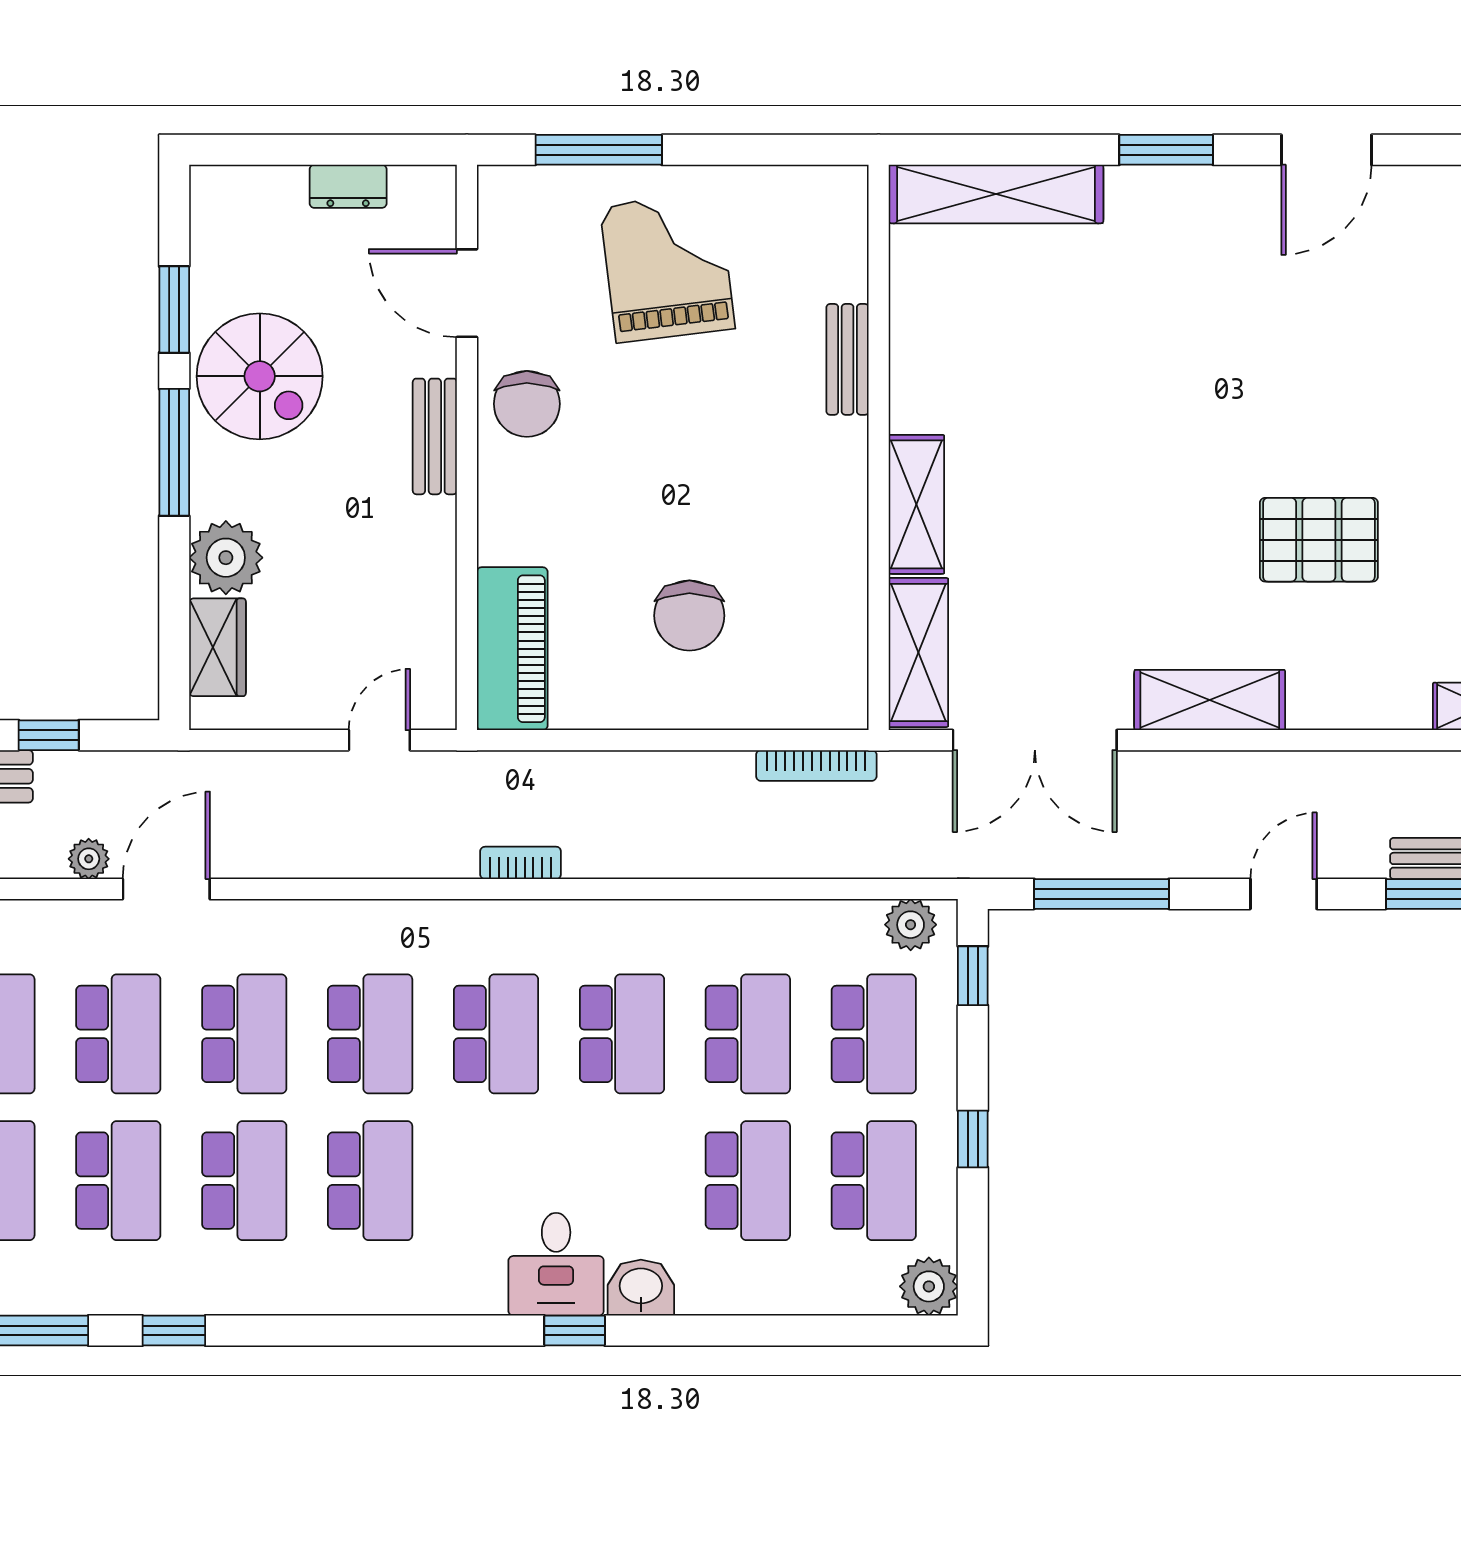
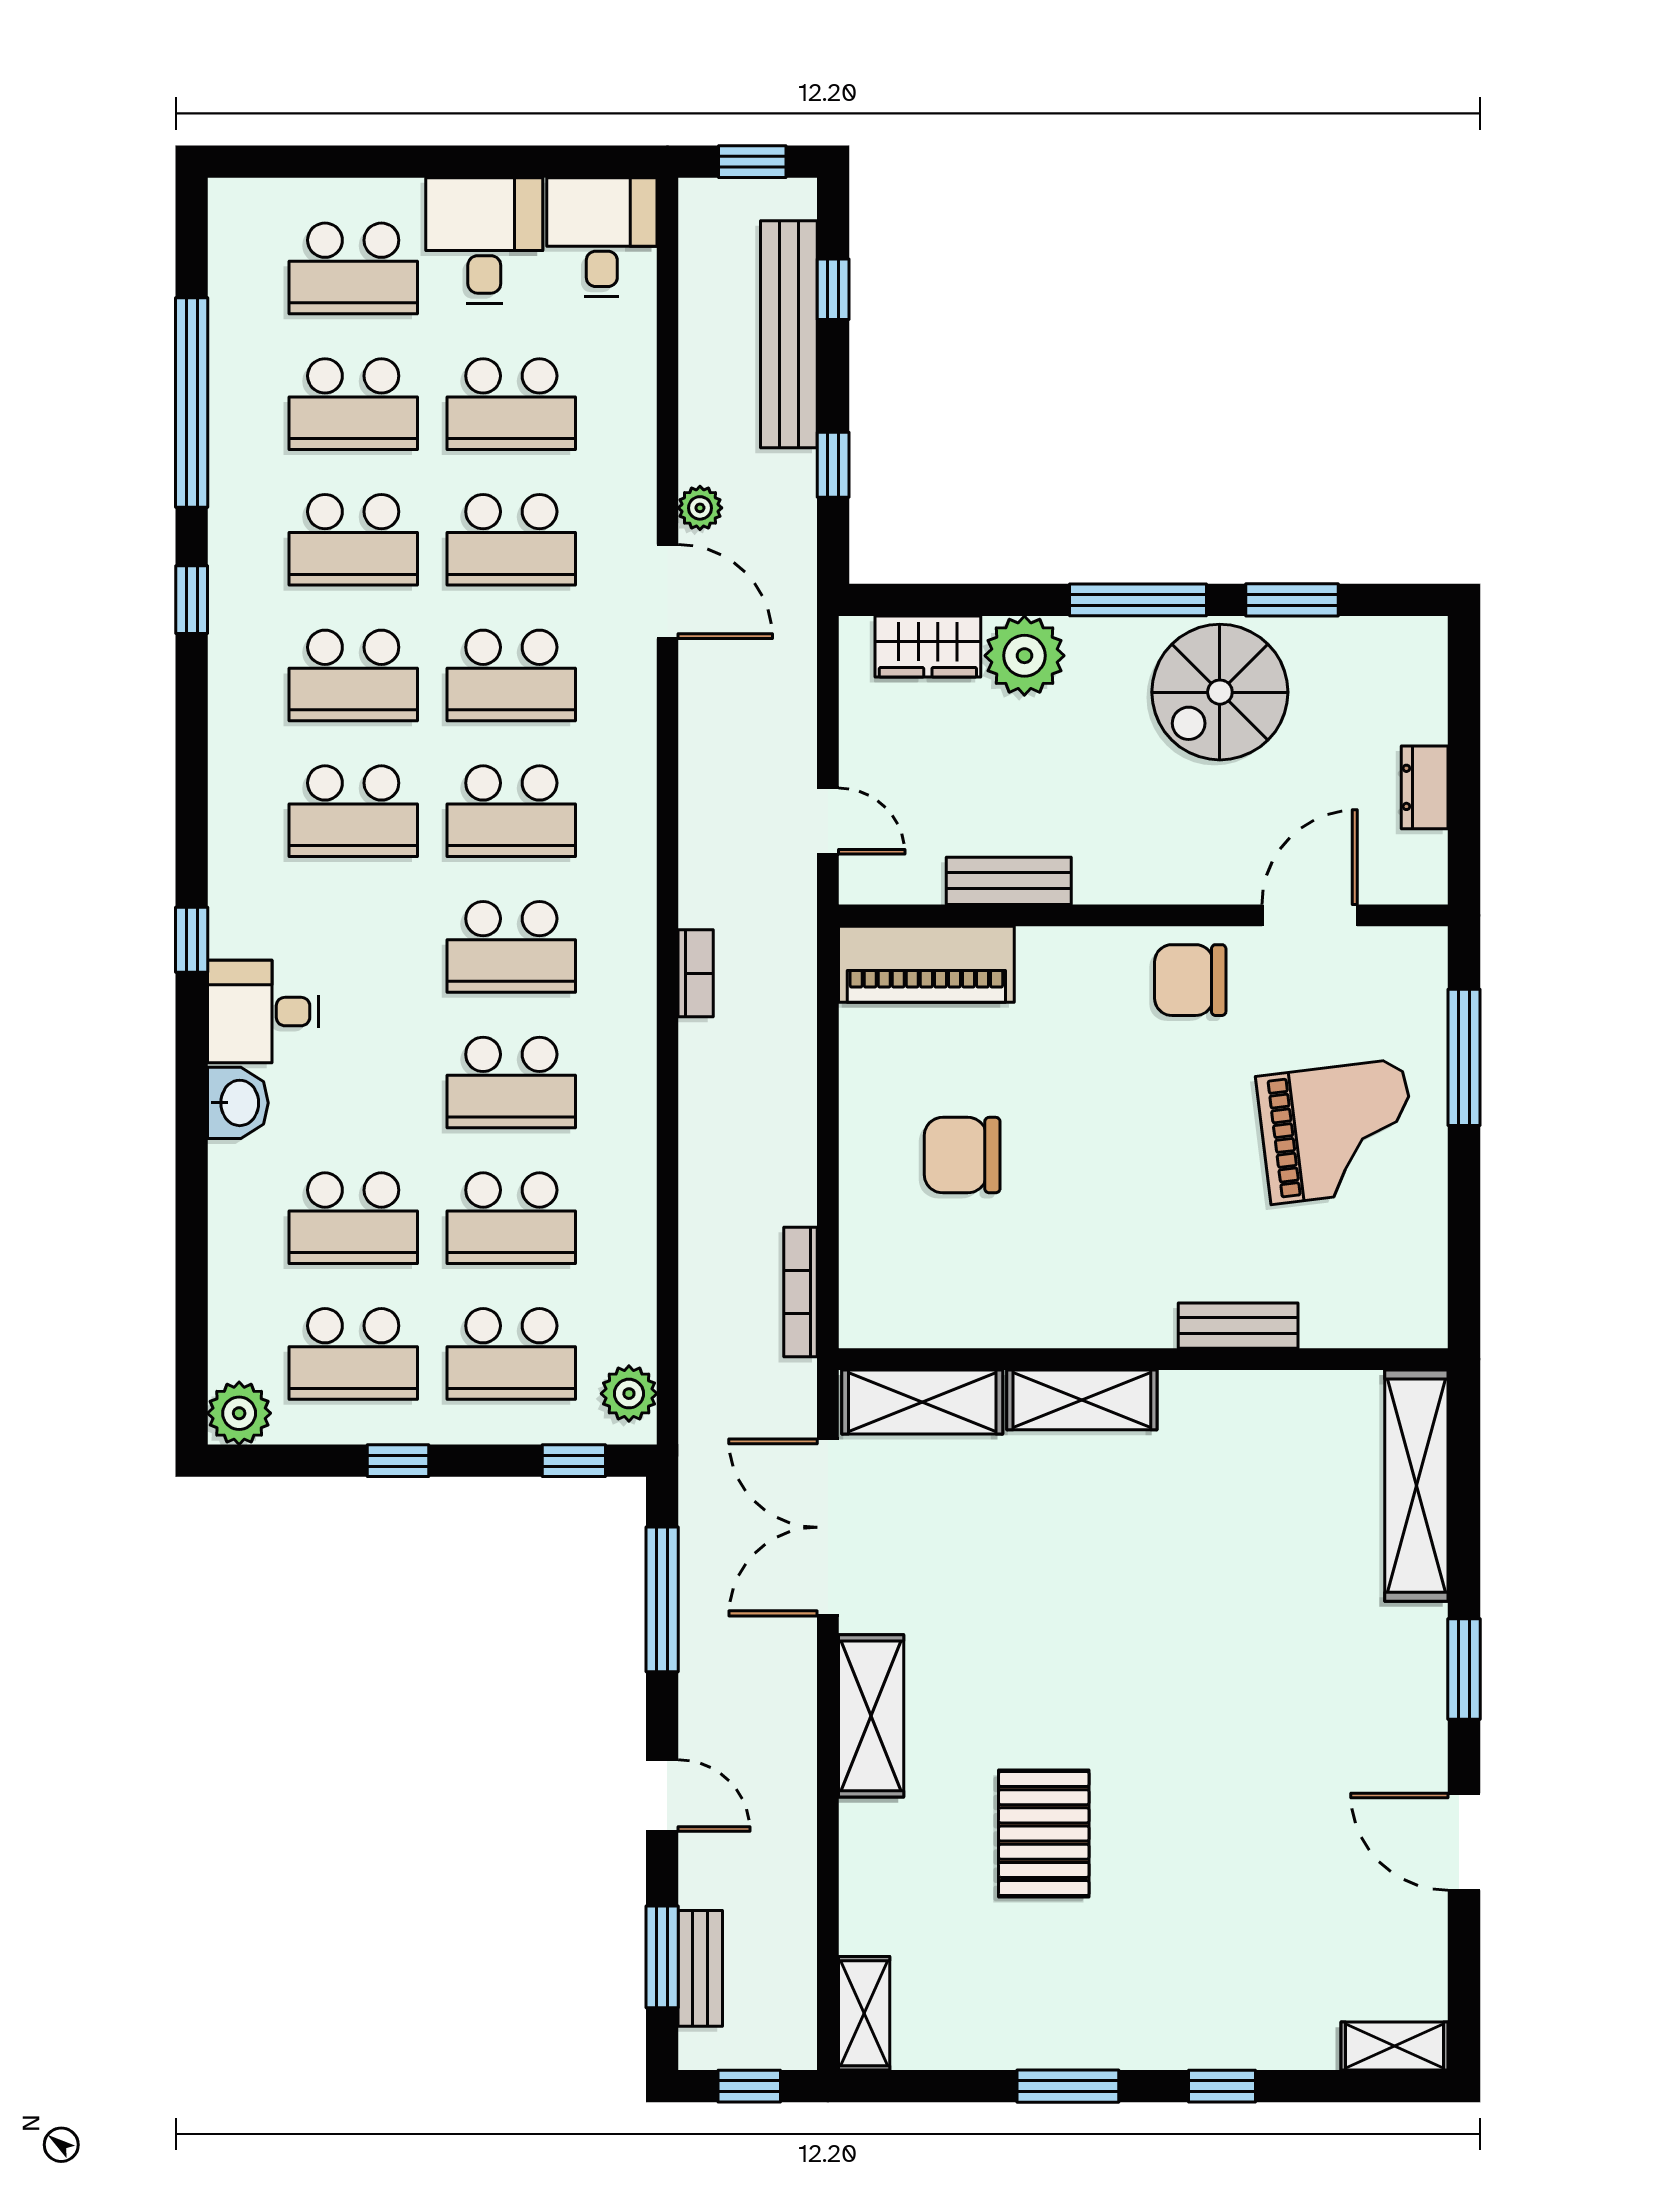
bench: (435, 436) -> (1009, 881), moved
window: (575, 1330) -> (192, 940), moved

